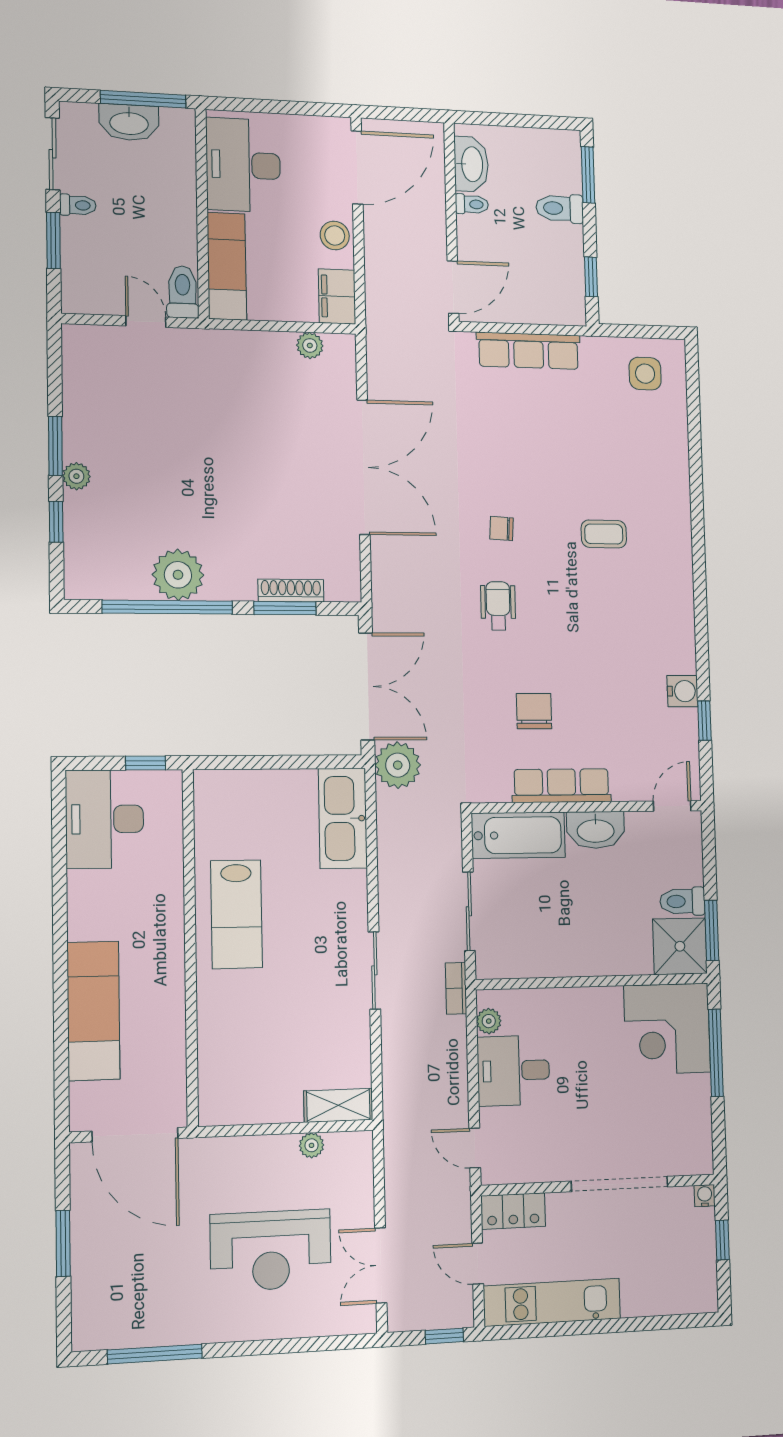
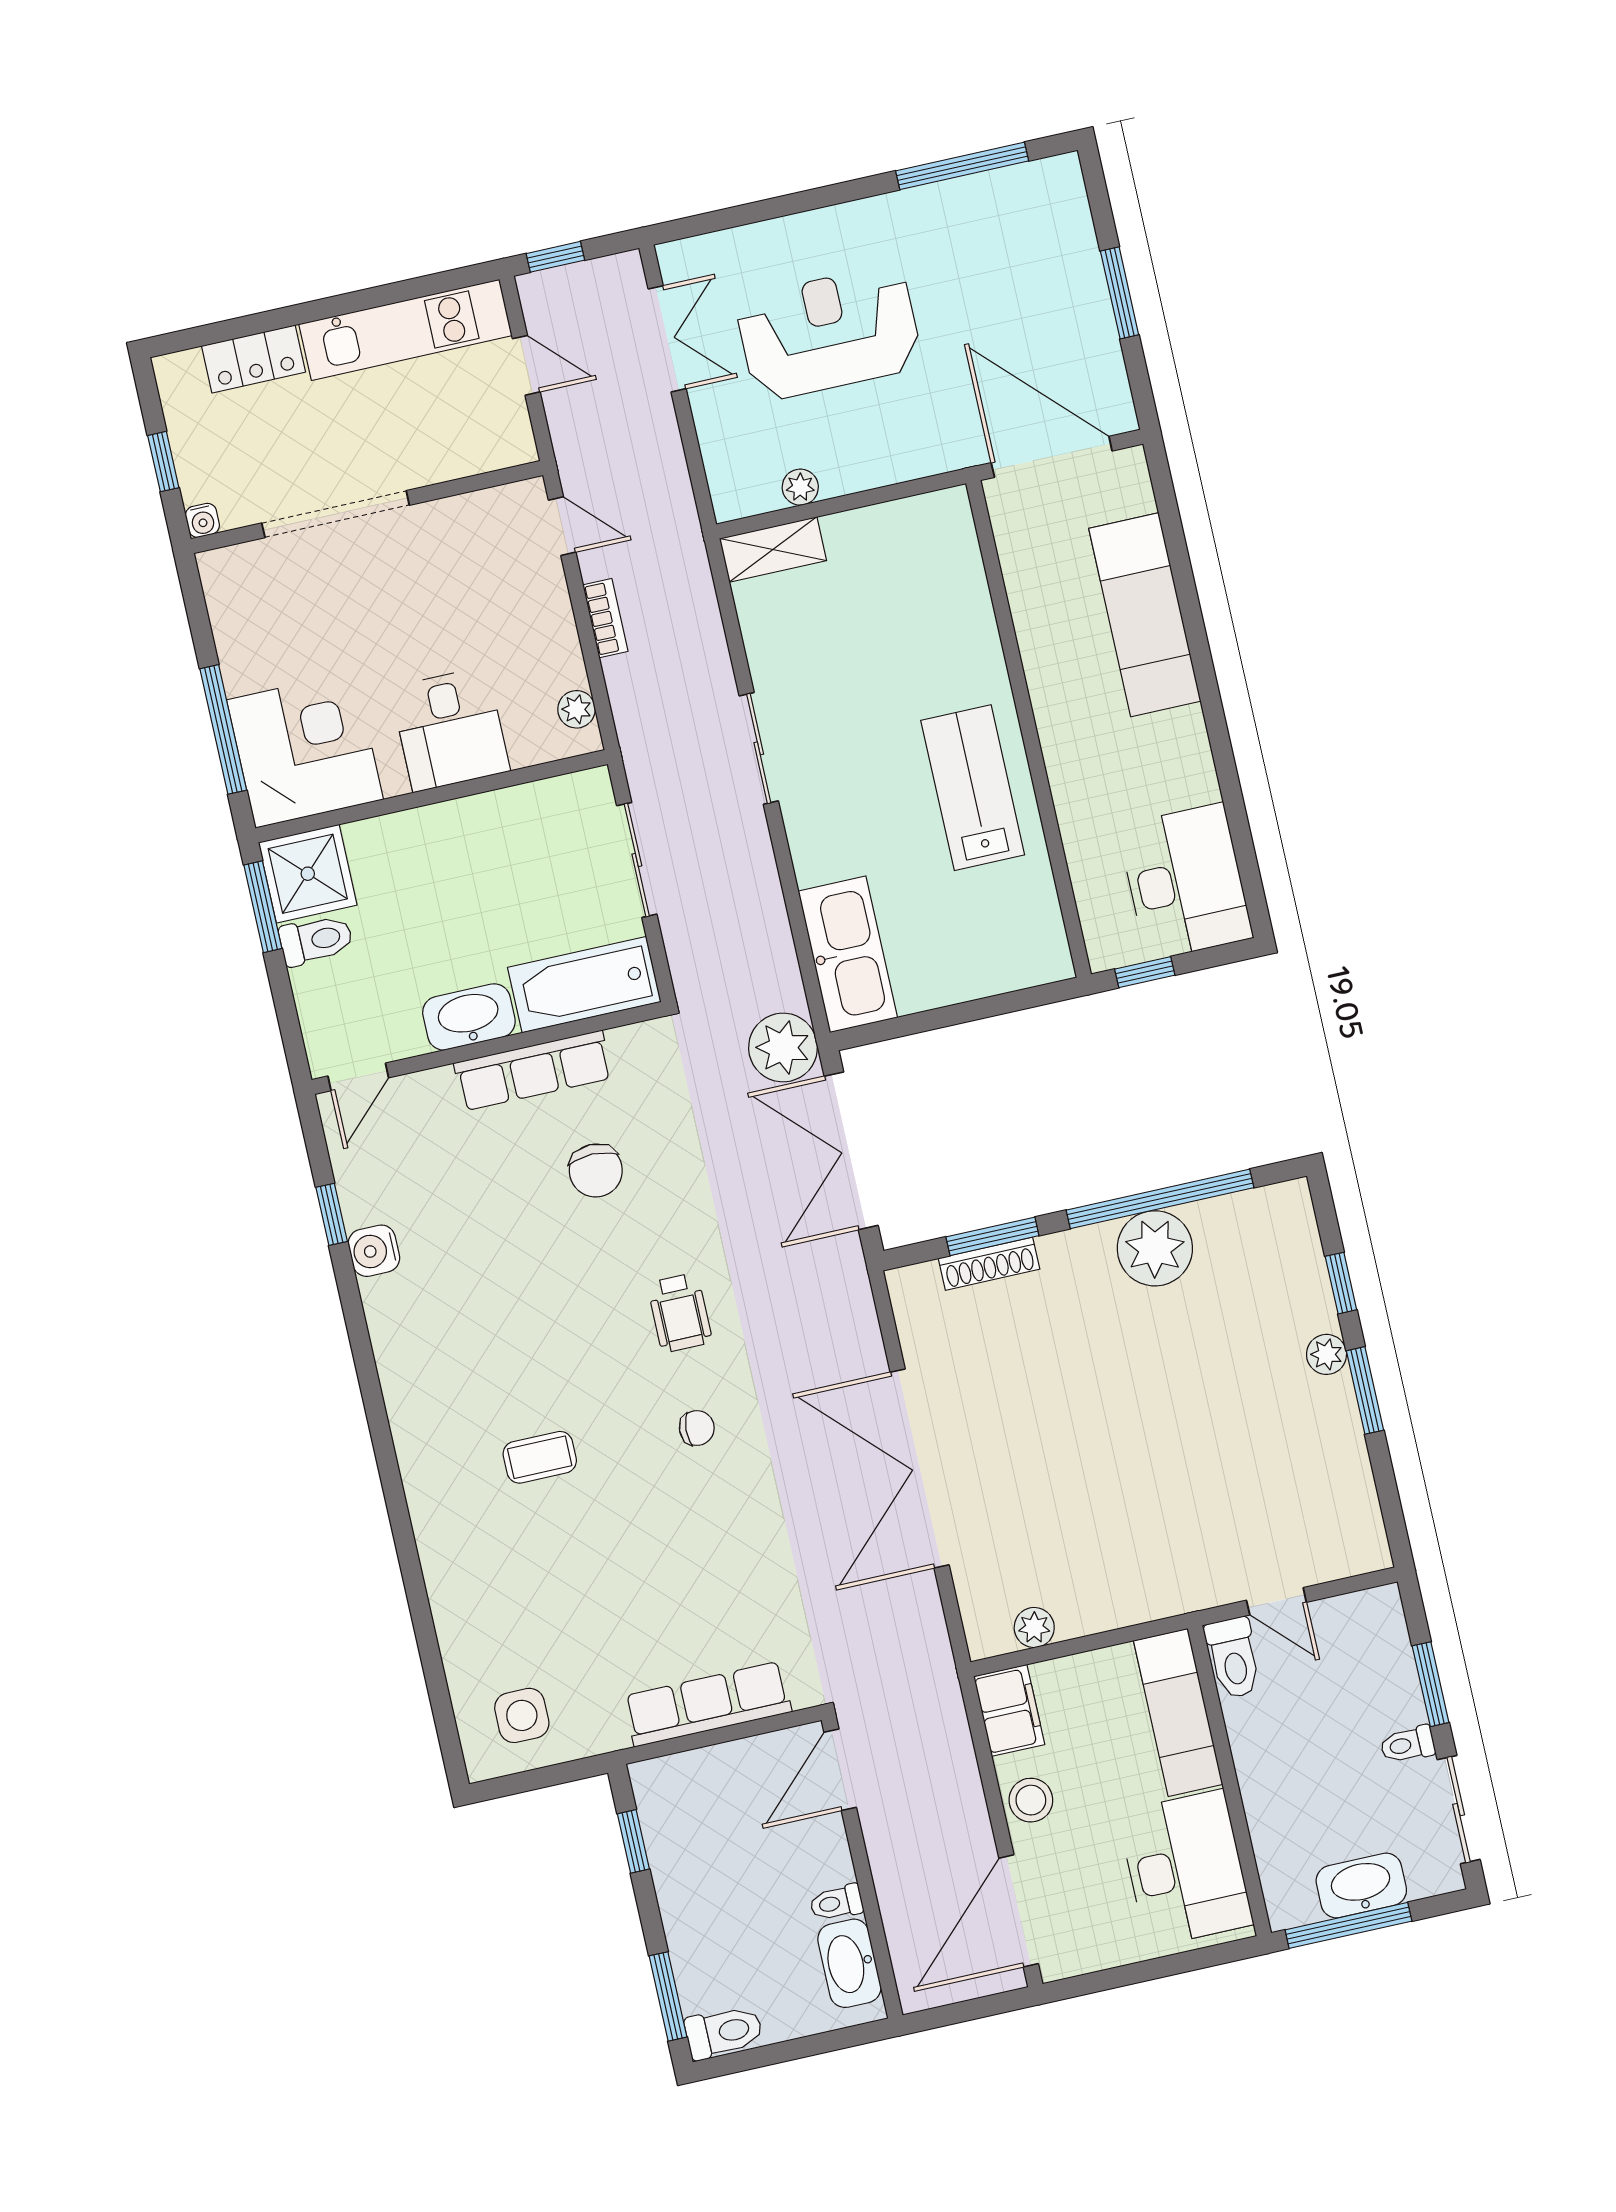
toilet: (560, 208) -> (724, 2032), moved
bookcase: (456, 988) -> (605, 618), moved
desk: (513, 1071) -> (450, 729), moved, turned 90
locker: (513, 1211) -> (253, 359), moved, turned 180

